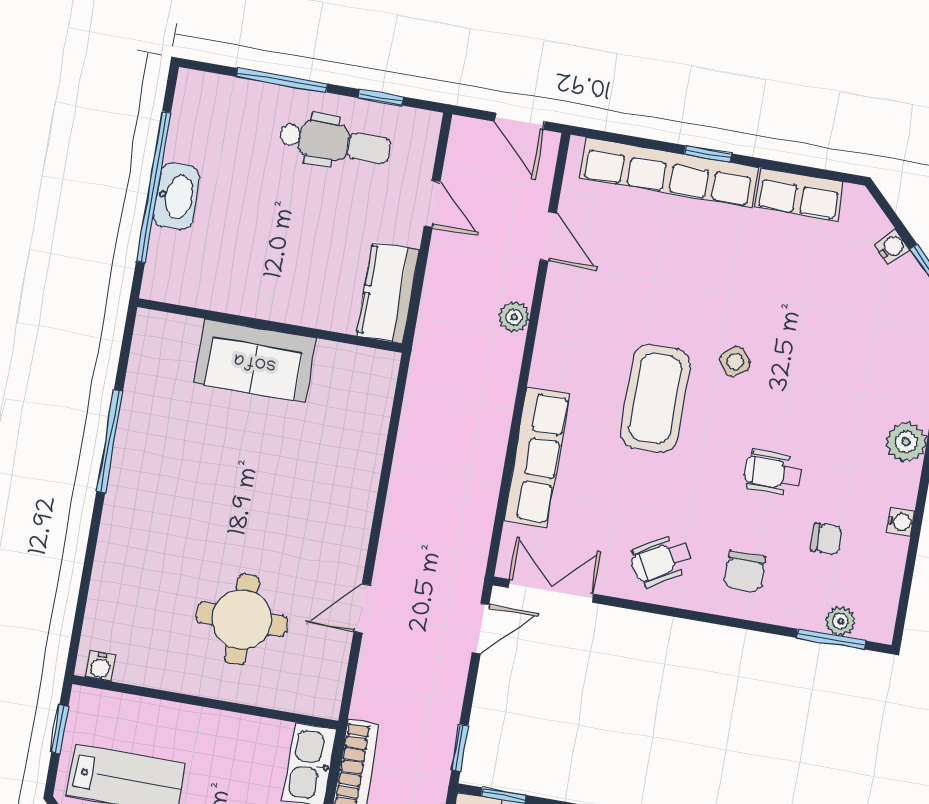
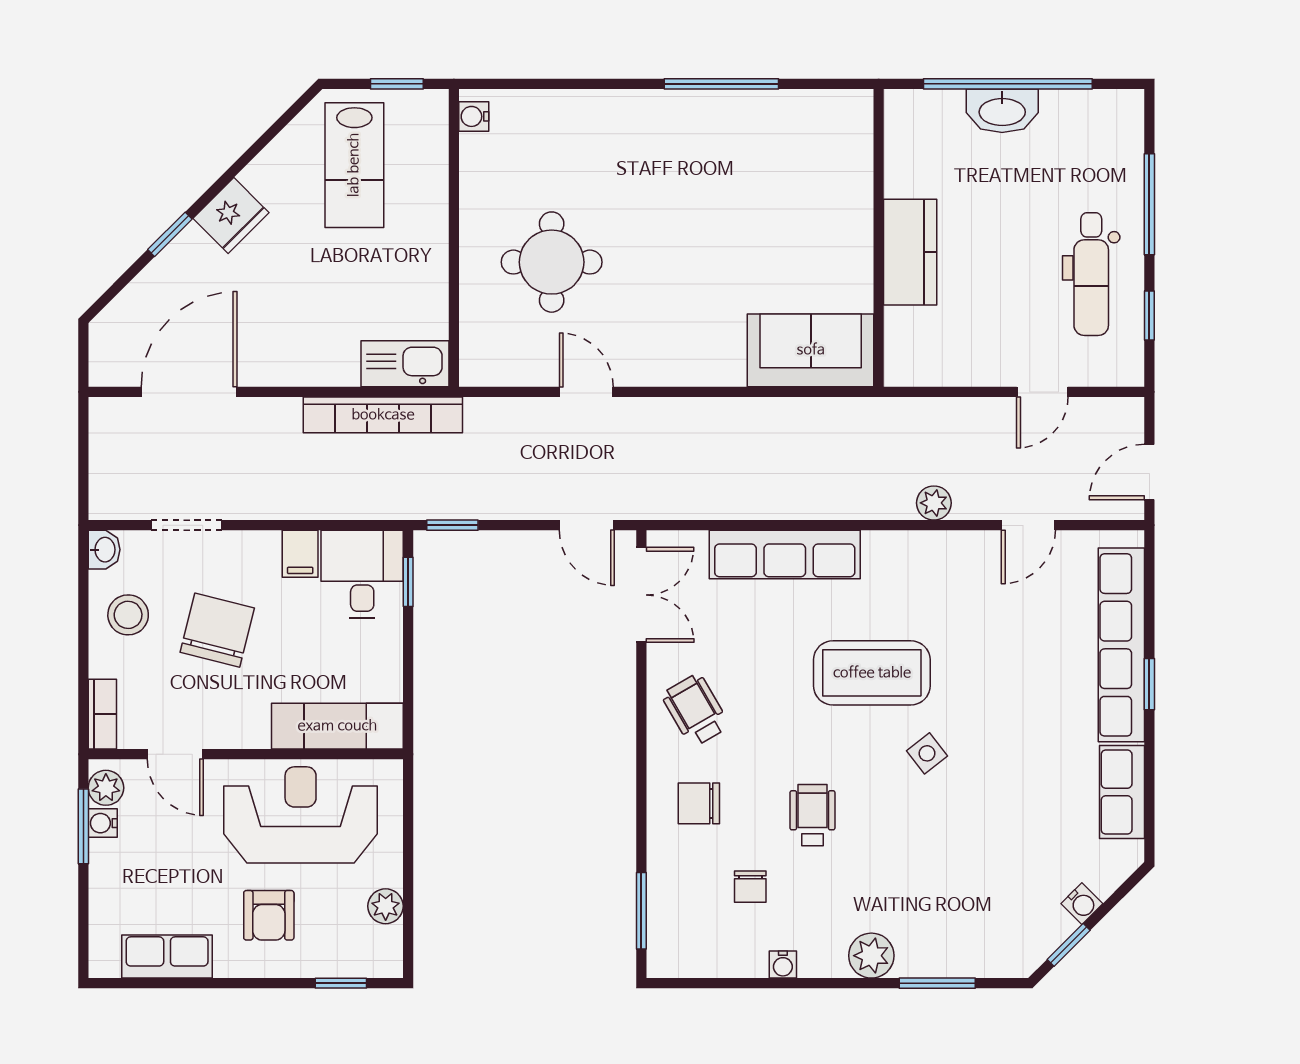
kitchen counter: (388, 293) -> (910, 252), moved, turned 90
sofa: (255, 361) -> (811, 350), moved, turned 90
plant: (840, 621) -> (663, 918), removed

